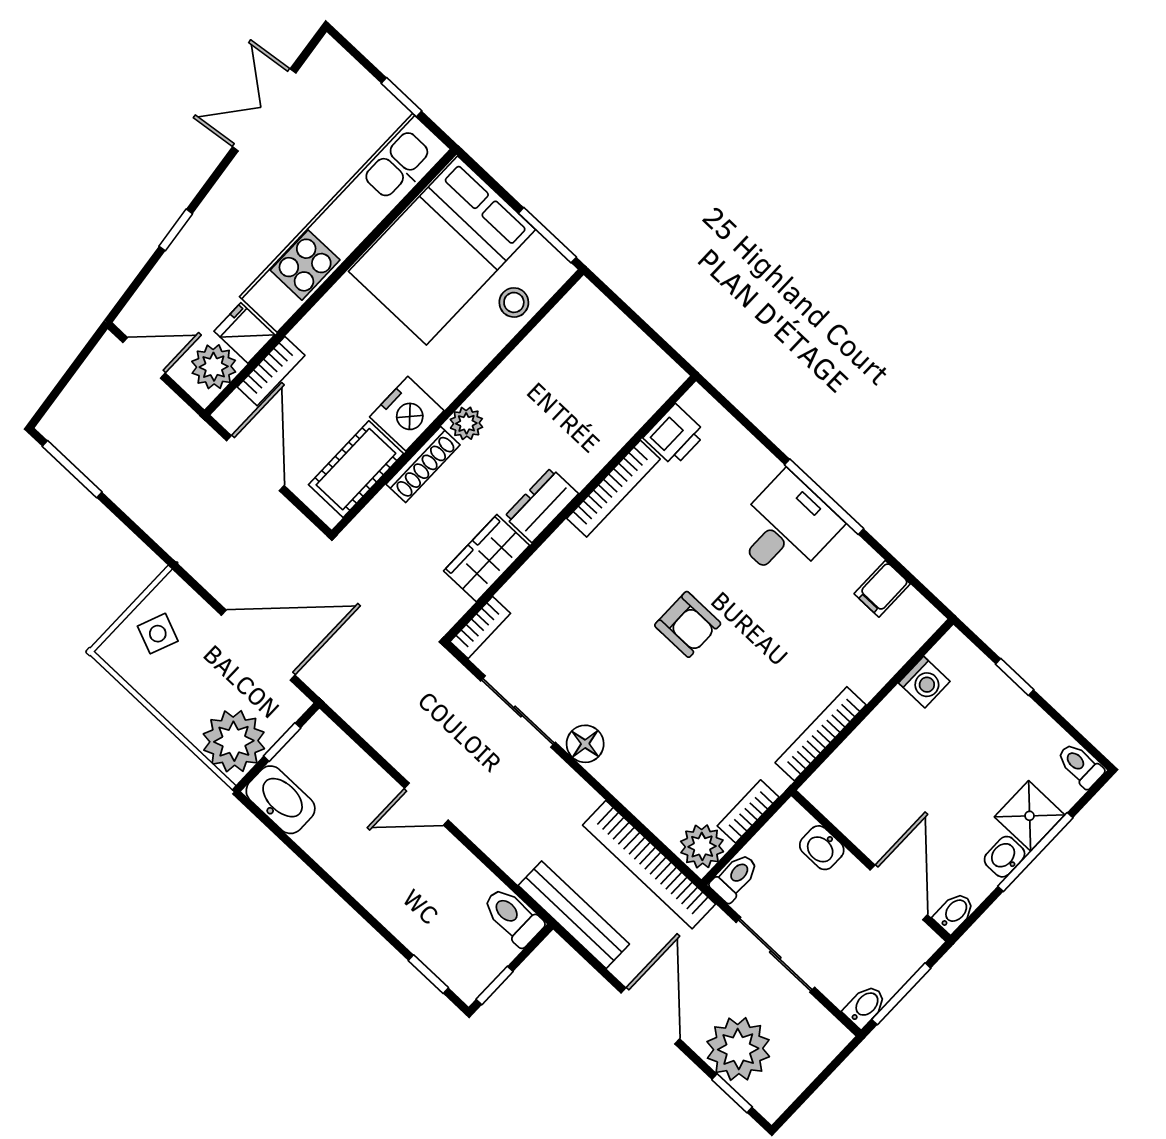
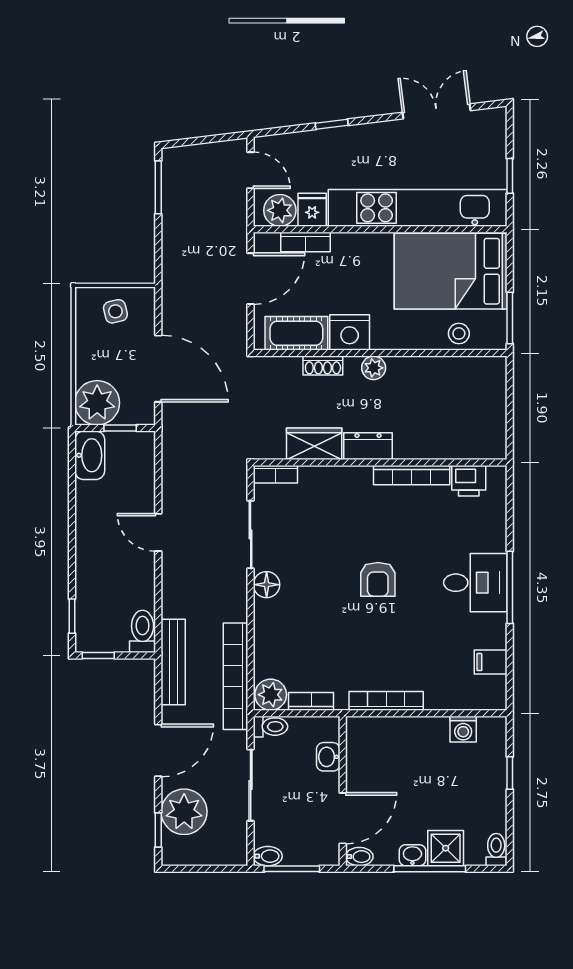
shoe rack: (423, 465) -> (323, 366), width x0.70
side table: (158, 634) -> (115, 311), turned -35

